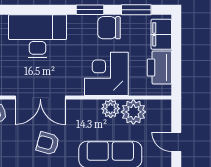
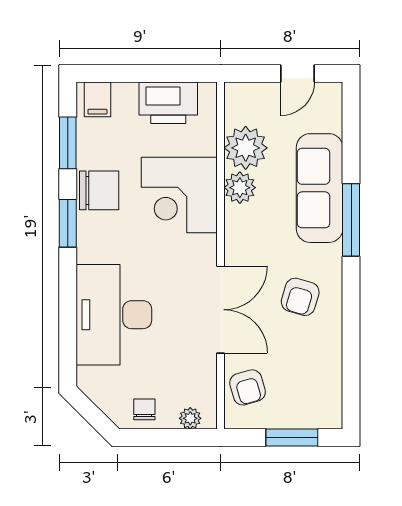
chair: (109, 28) -> (99, 190), turned -90
filing cabinet: (161, 34) -> (97, 99), width x0.50

